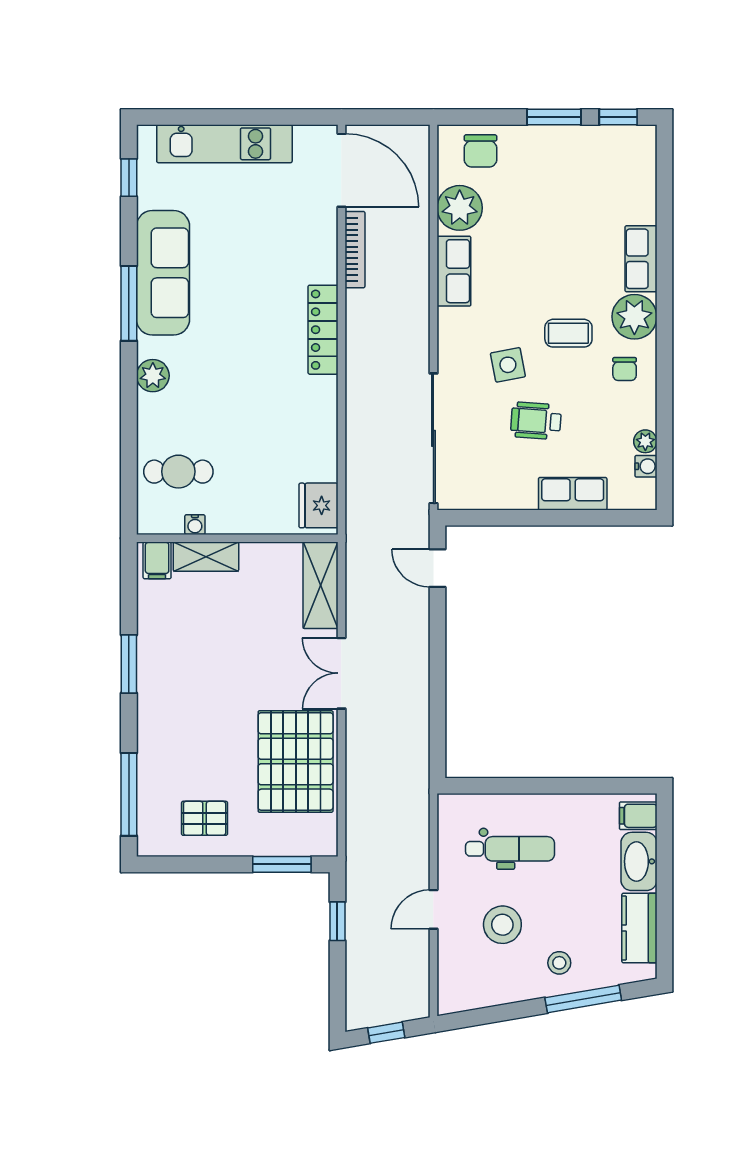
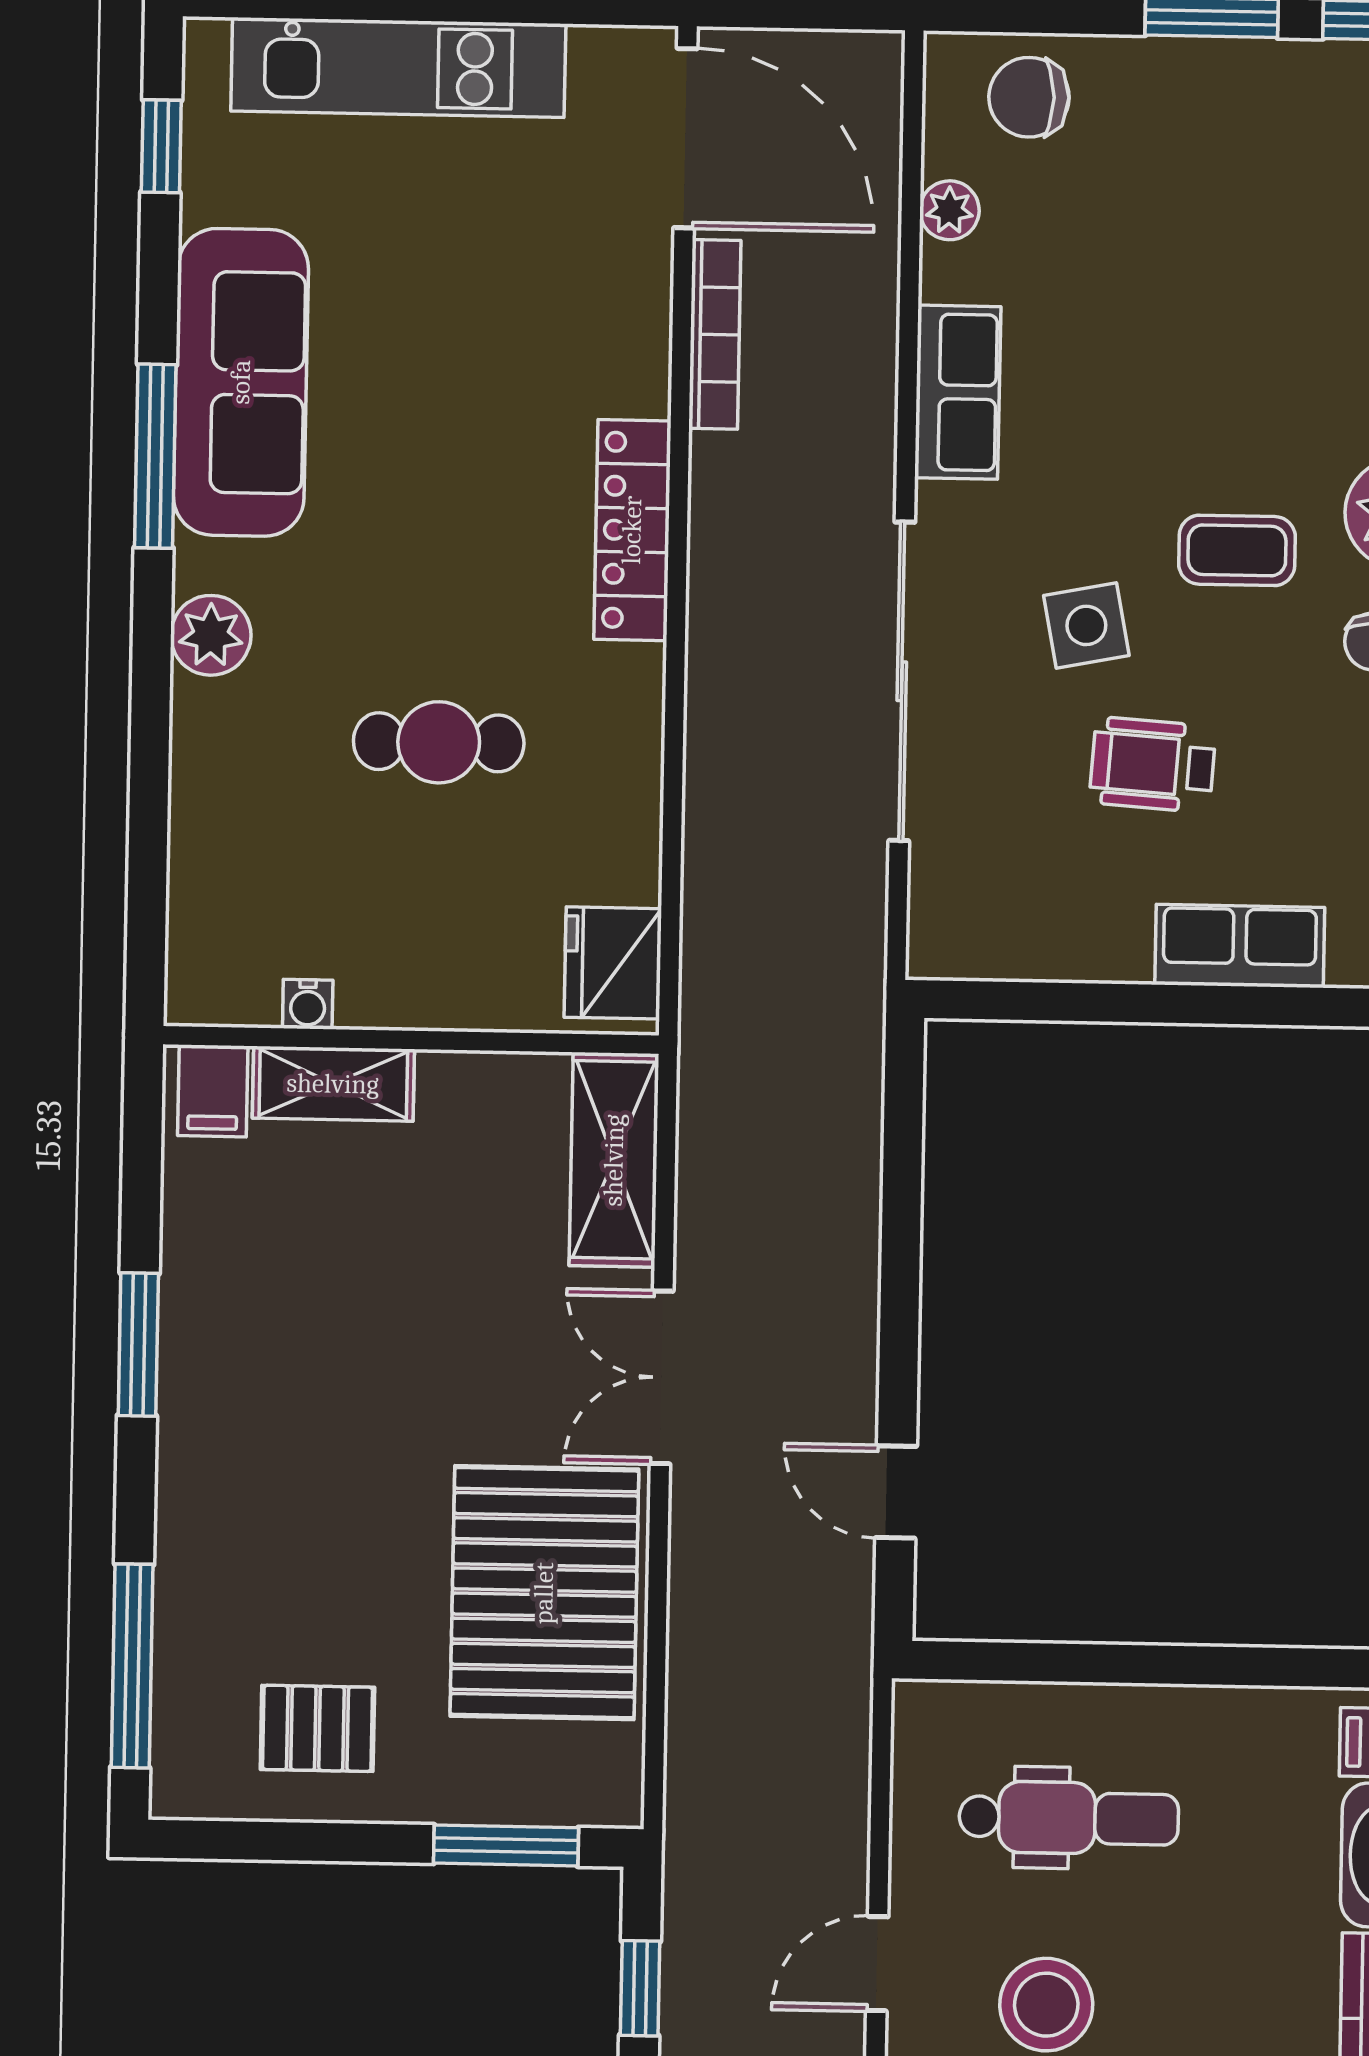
chair: (481, 151) -> (1029, 97), turned 90
plant: (460, 208) -> (949, 210), width x0.53, depth x0.53
sliding door: (433, 438) -> (902, 681), moved
cafe table: (178, 472) -> (439, 742), moved
door: (437, 568) -> (896, 1492), moved

